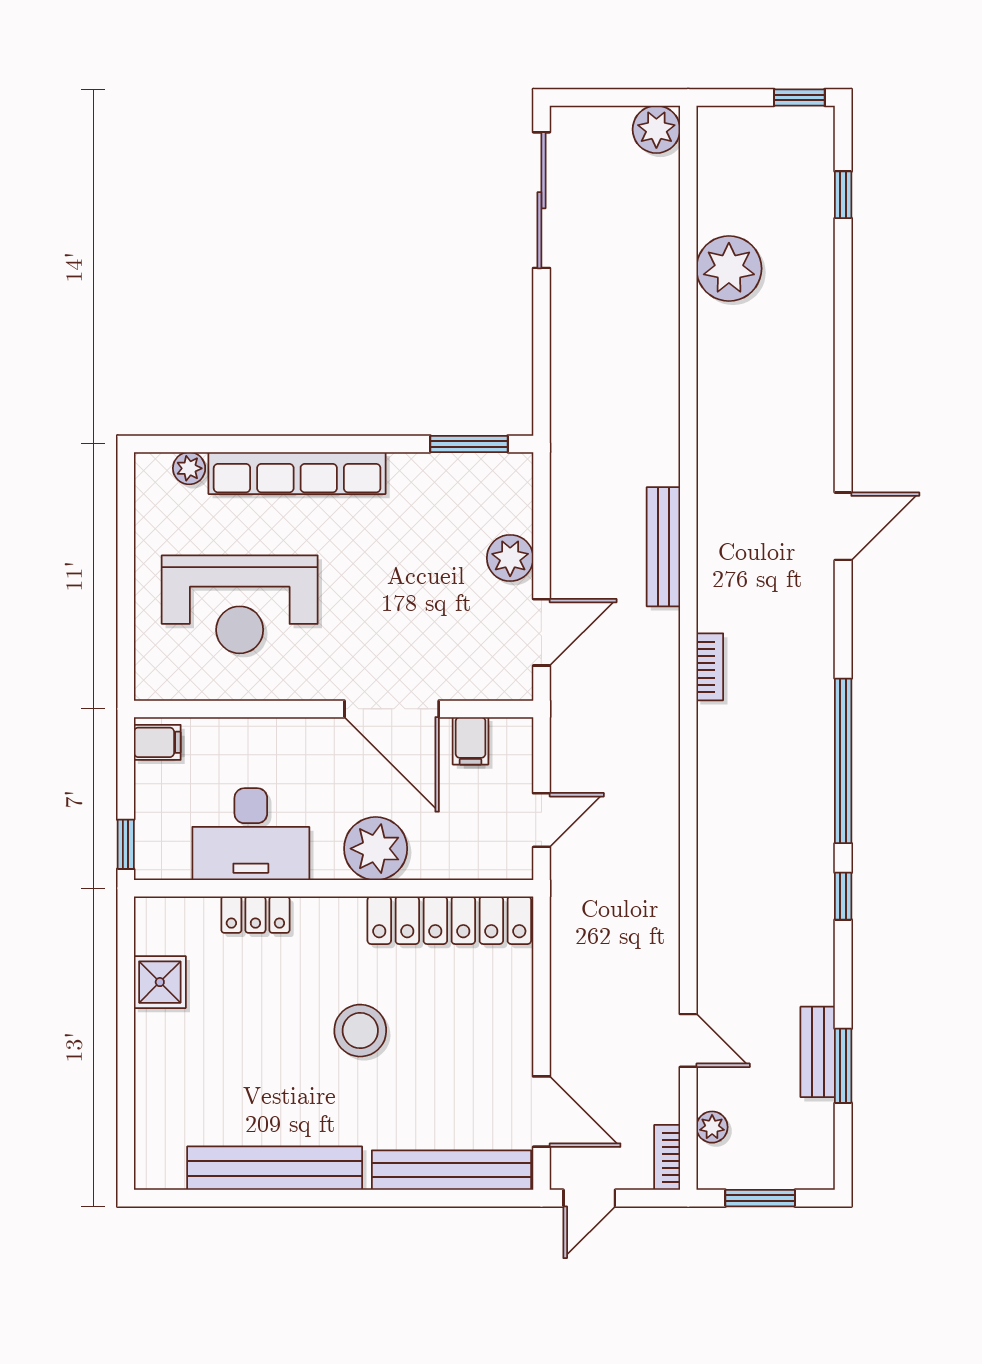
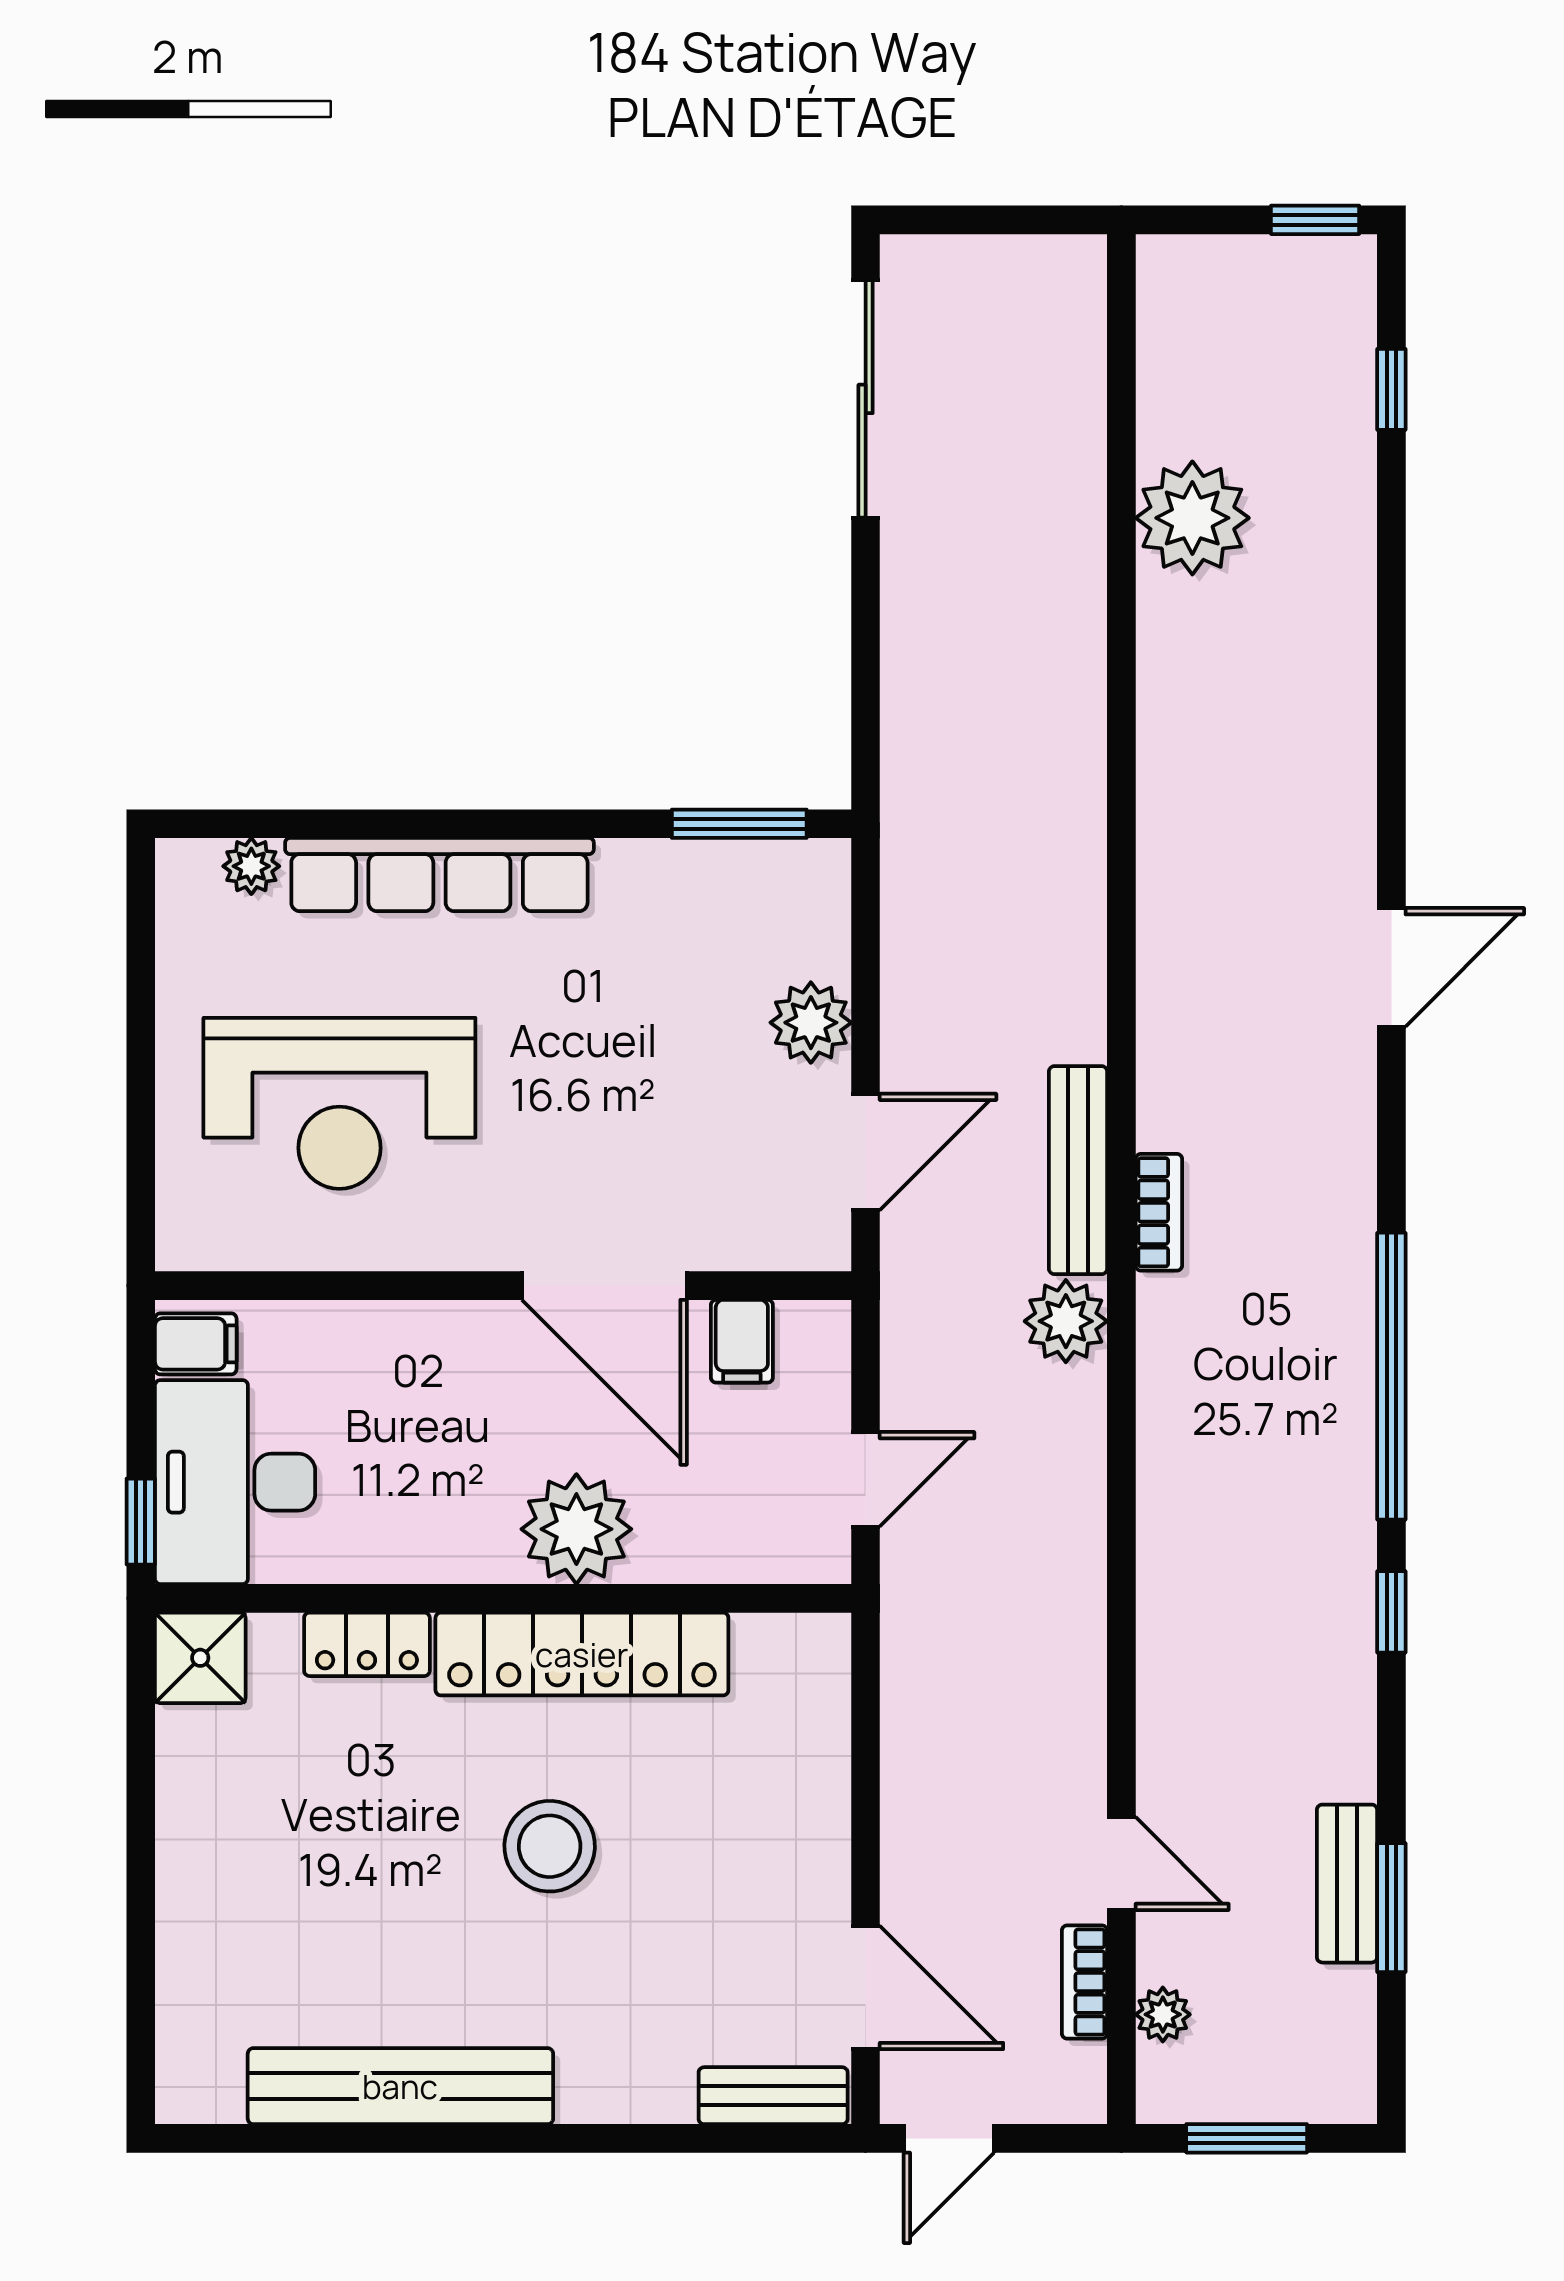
plant: (656, 129) -> (1066, 1321), moved
bench: (663, 547) -> (1078, 1170), moved
desk: (251, 834) -> (235, 1482), moved, turned 90
locker: (449, 920) -> (582, 1654), moved
shower: (160, 982) -> (200, 1658), moved
bookcase: (667, 1157) -> (1084, 1982), moved
bench: (452, 1170) -> (773, 2096), width x0.54, depth x0.82

